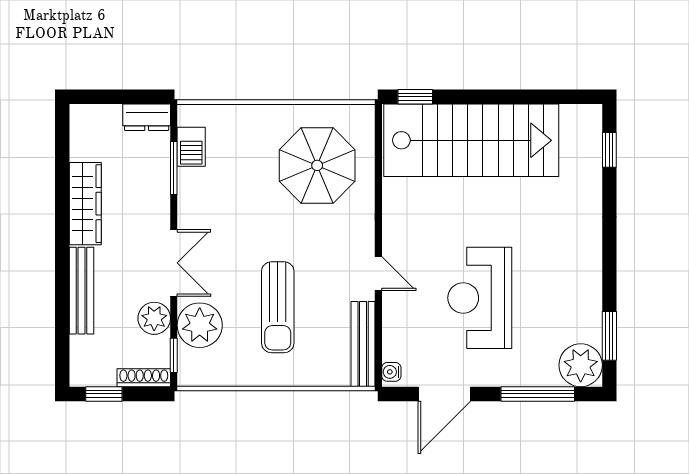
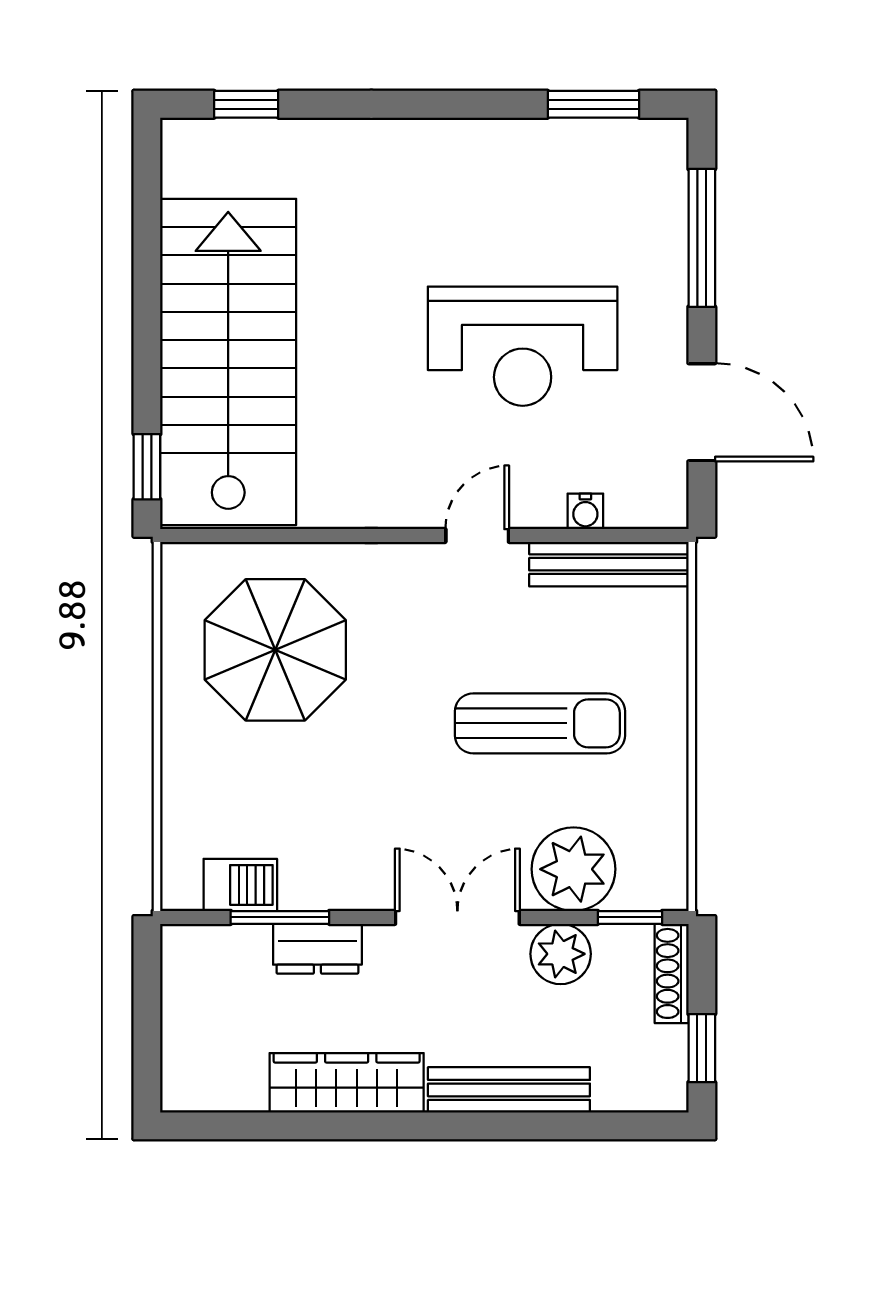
dresser: (147, 117) -> (317, 949), moved, turned 90
plant: (581, 365) -> (648, 158), removed
water cooler: (391, 372) -> (585, 511), moved

